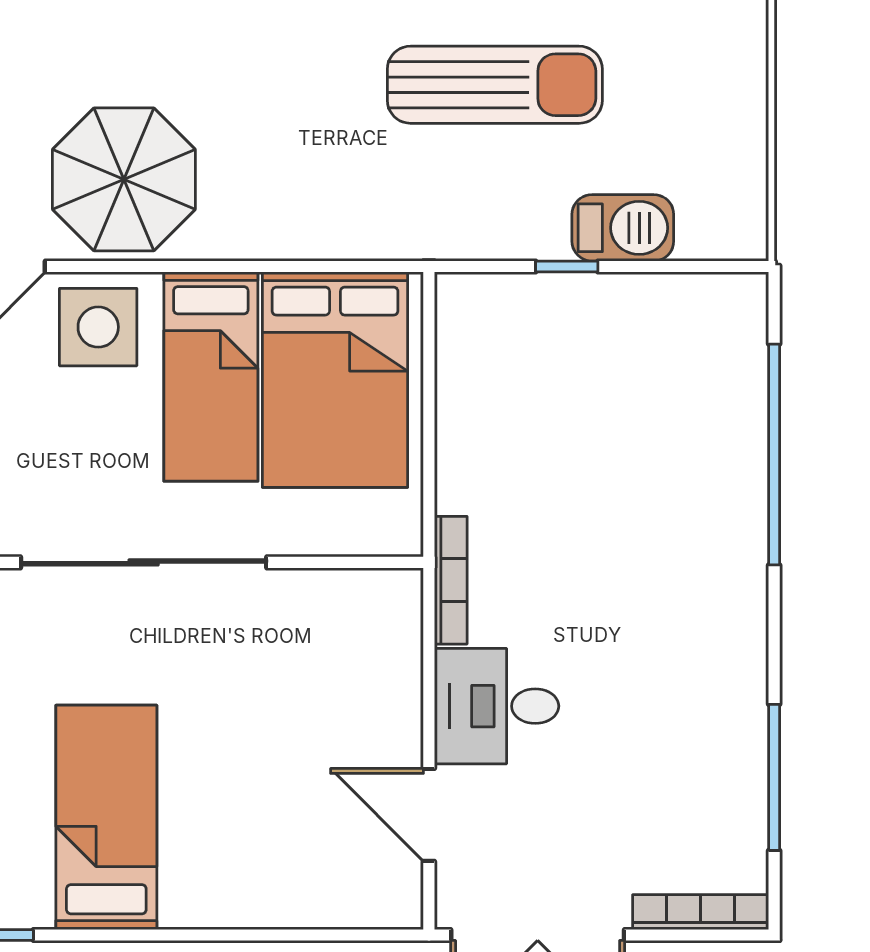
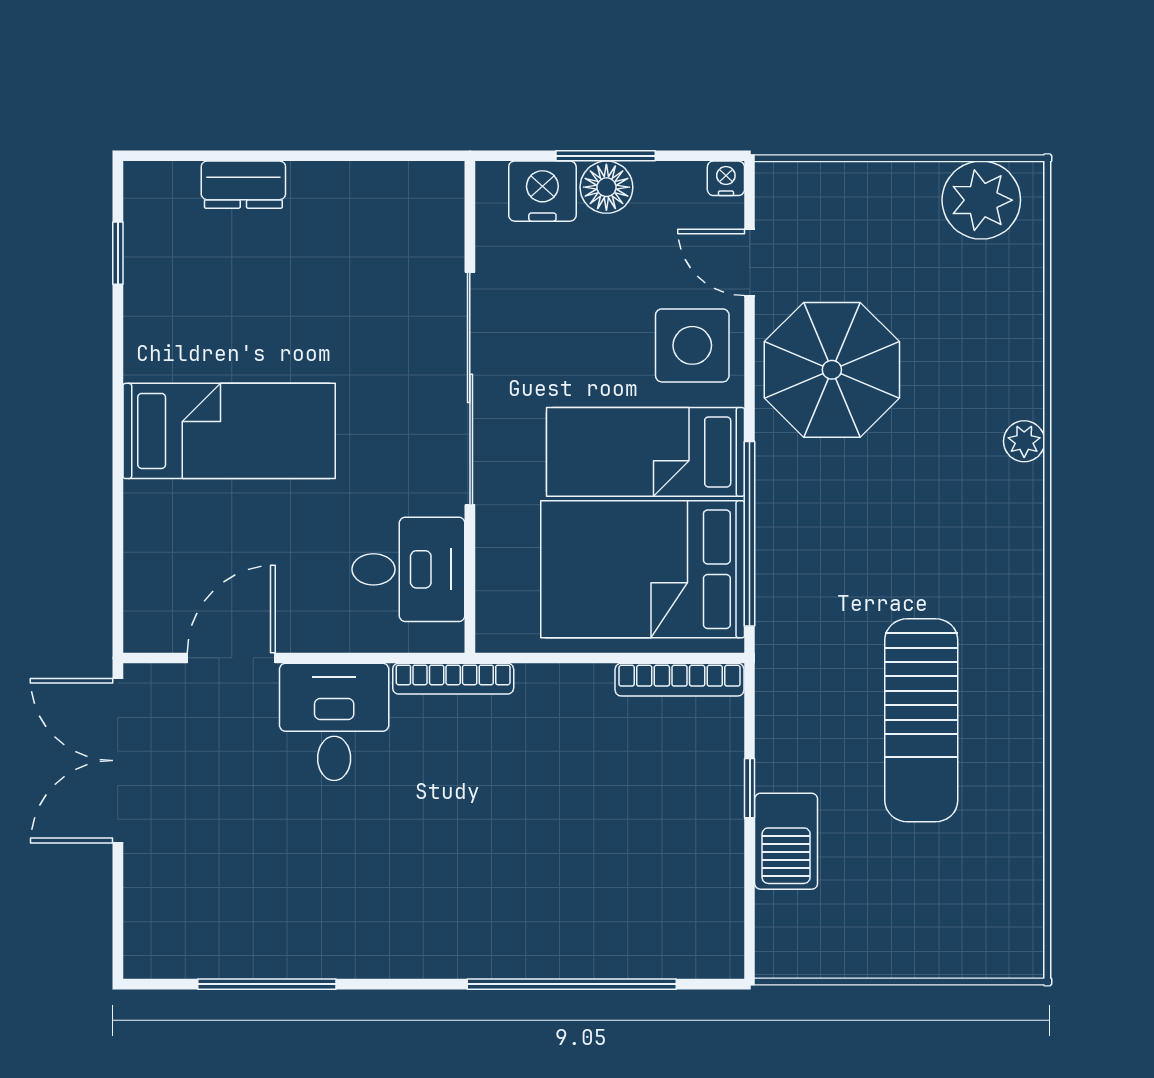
window: (298, 267) -> (750, 534), added
desk: (335, 628) -> (408, 569), added
bed: (106, 817) -> (229, 431), moved
bookcase: (701, 912) -> (679, 680), moved, turned 90

